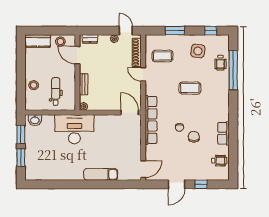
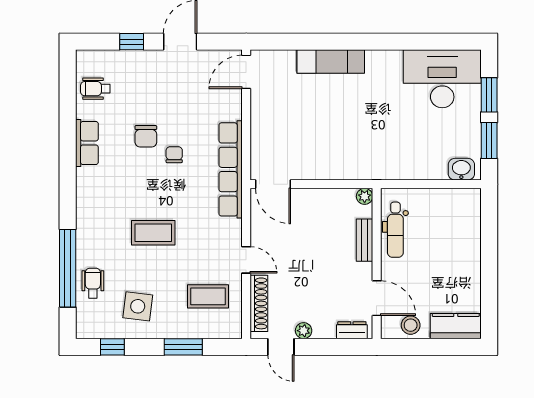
stool: (34, 85) -> (464, 238), removed
dental chair: (56, 91) -> (395, 230), moved
desk: (74, 129) -> (442, 79), moved, turned 180

